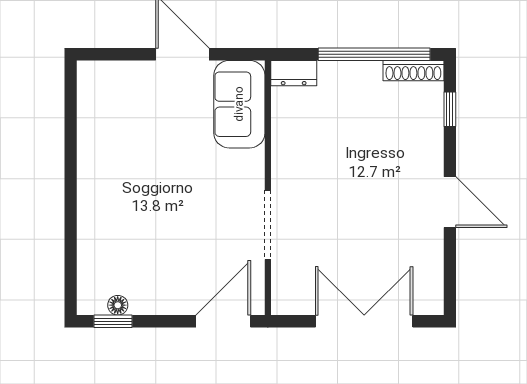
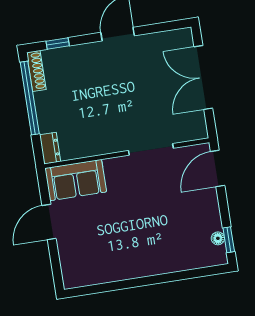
door: (223, 321) -> (218, 169), hinge flipped

